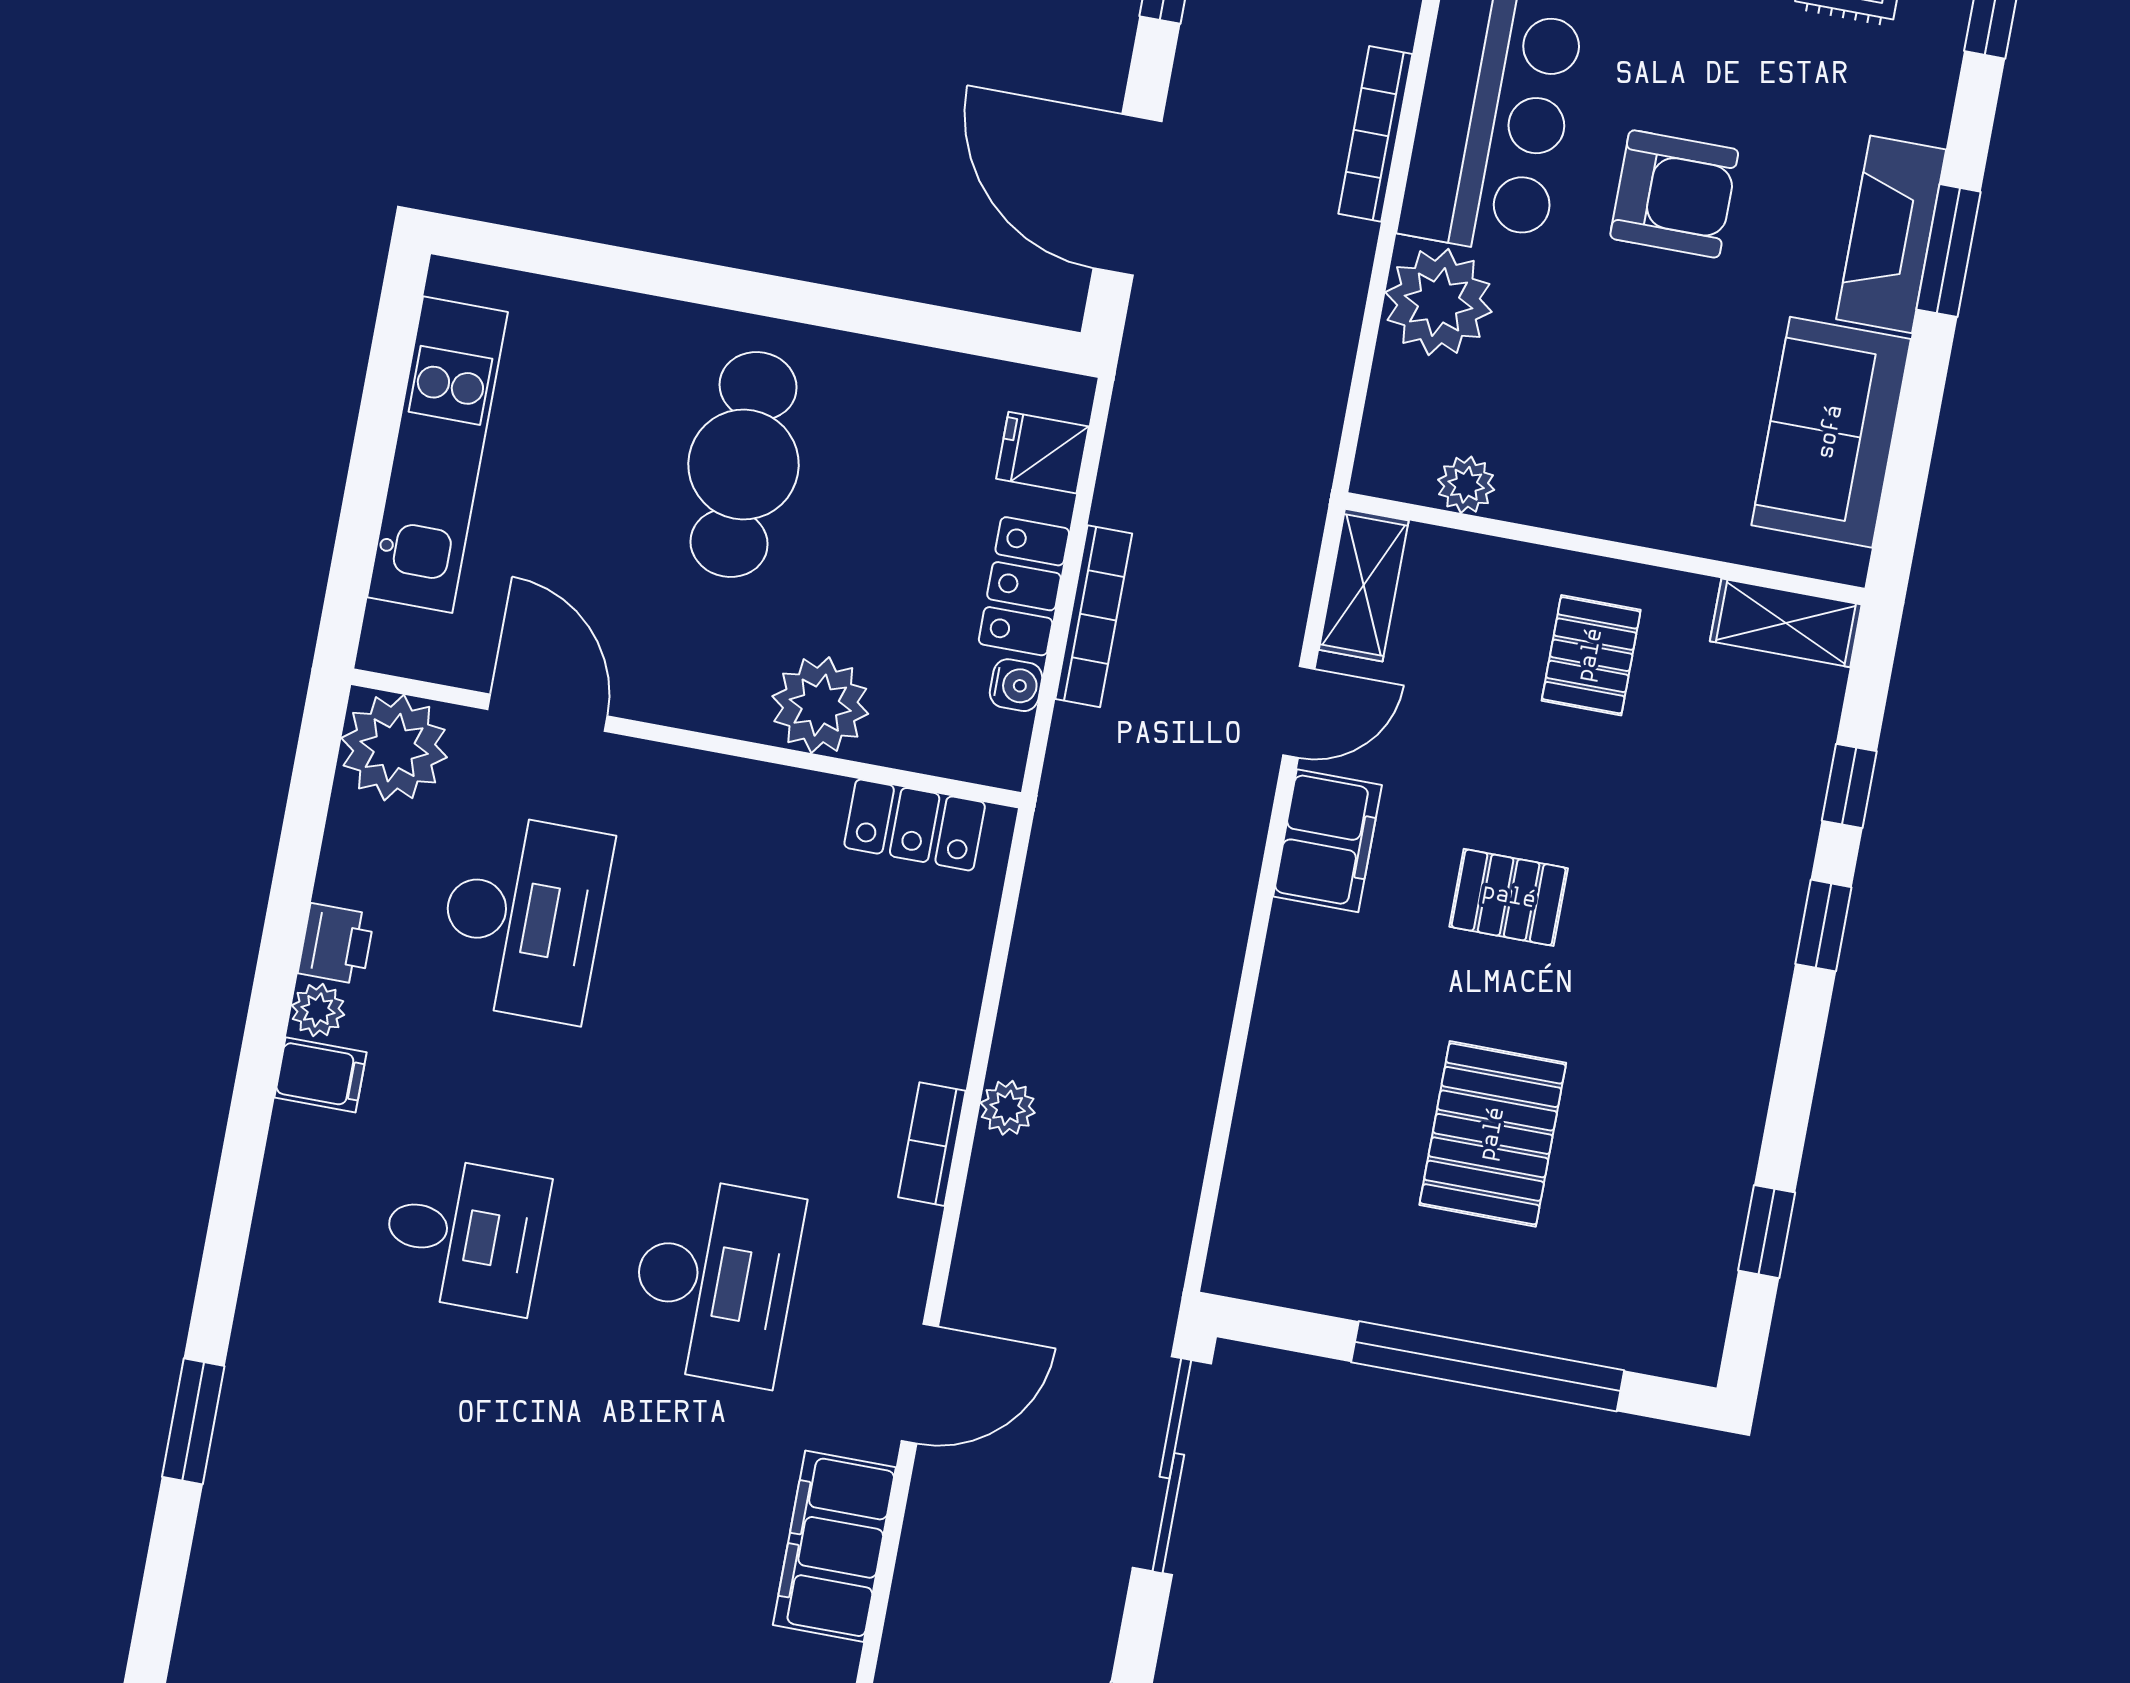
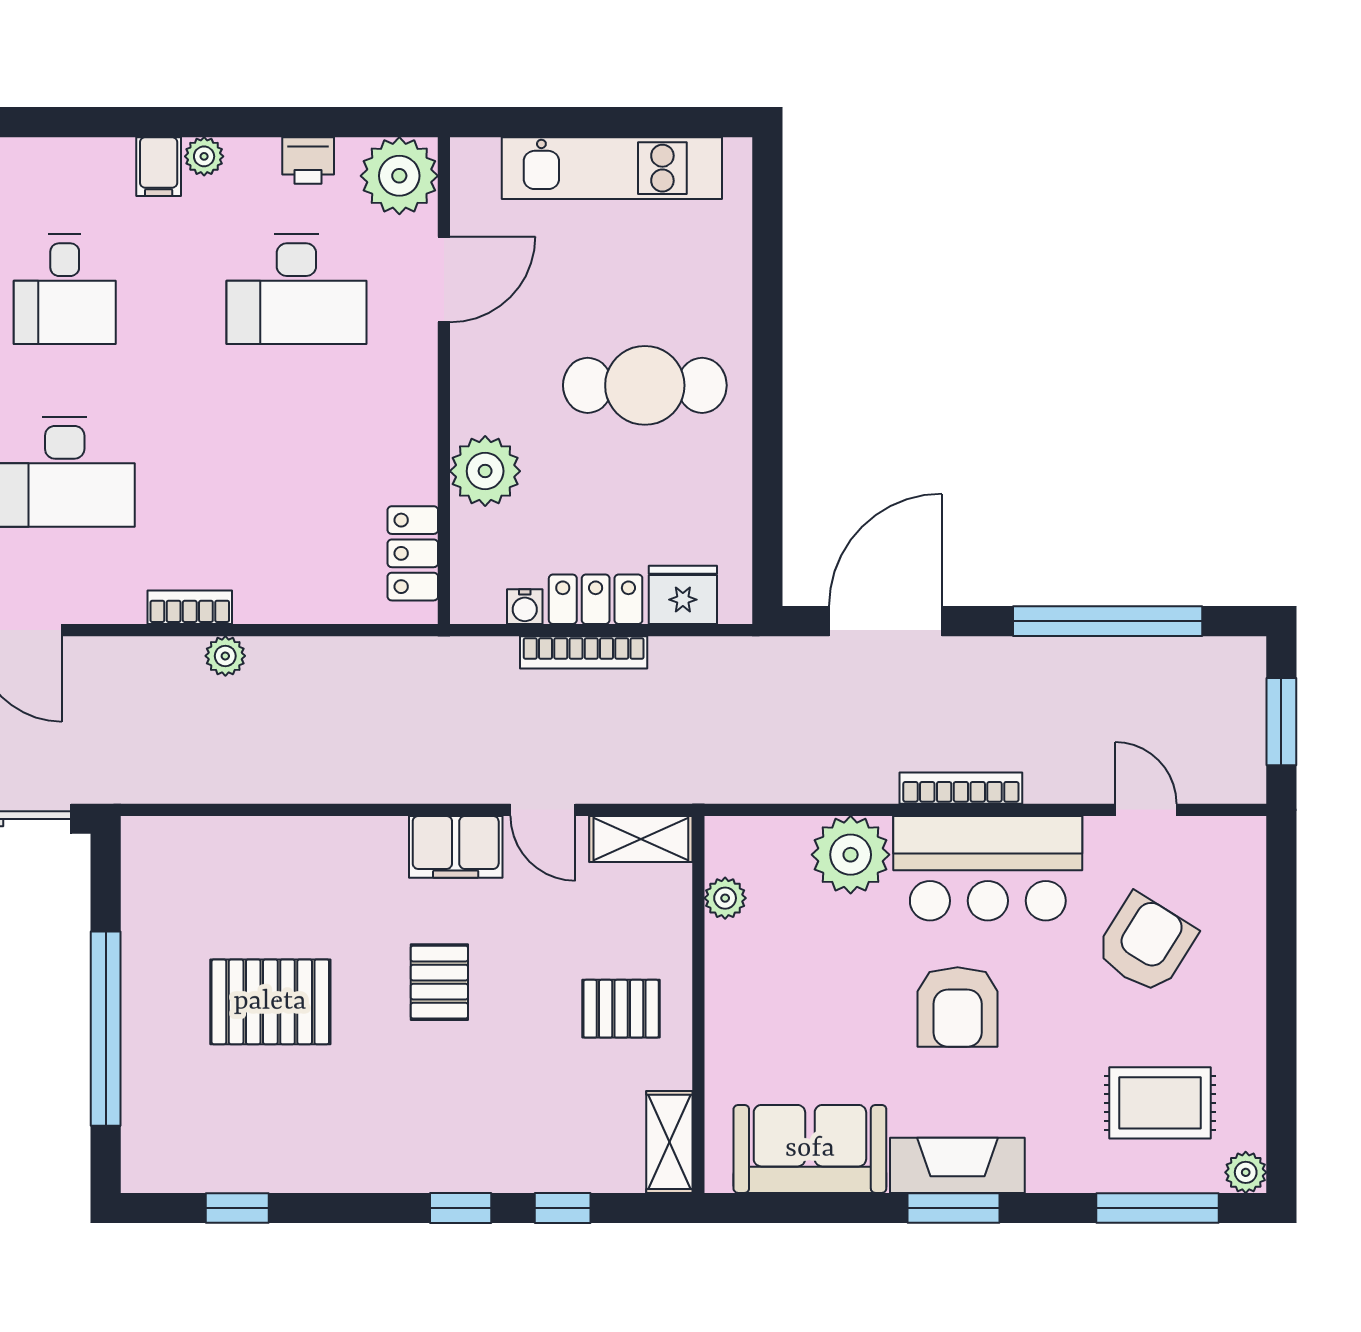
fridge: (1042, 453) -> (683, 595), width x1.38
printer: (336, 944) -> (308, 161), moved

